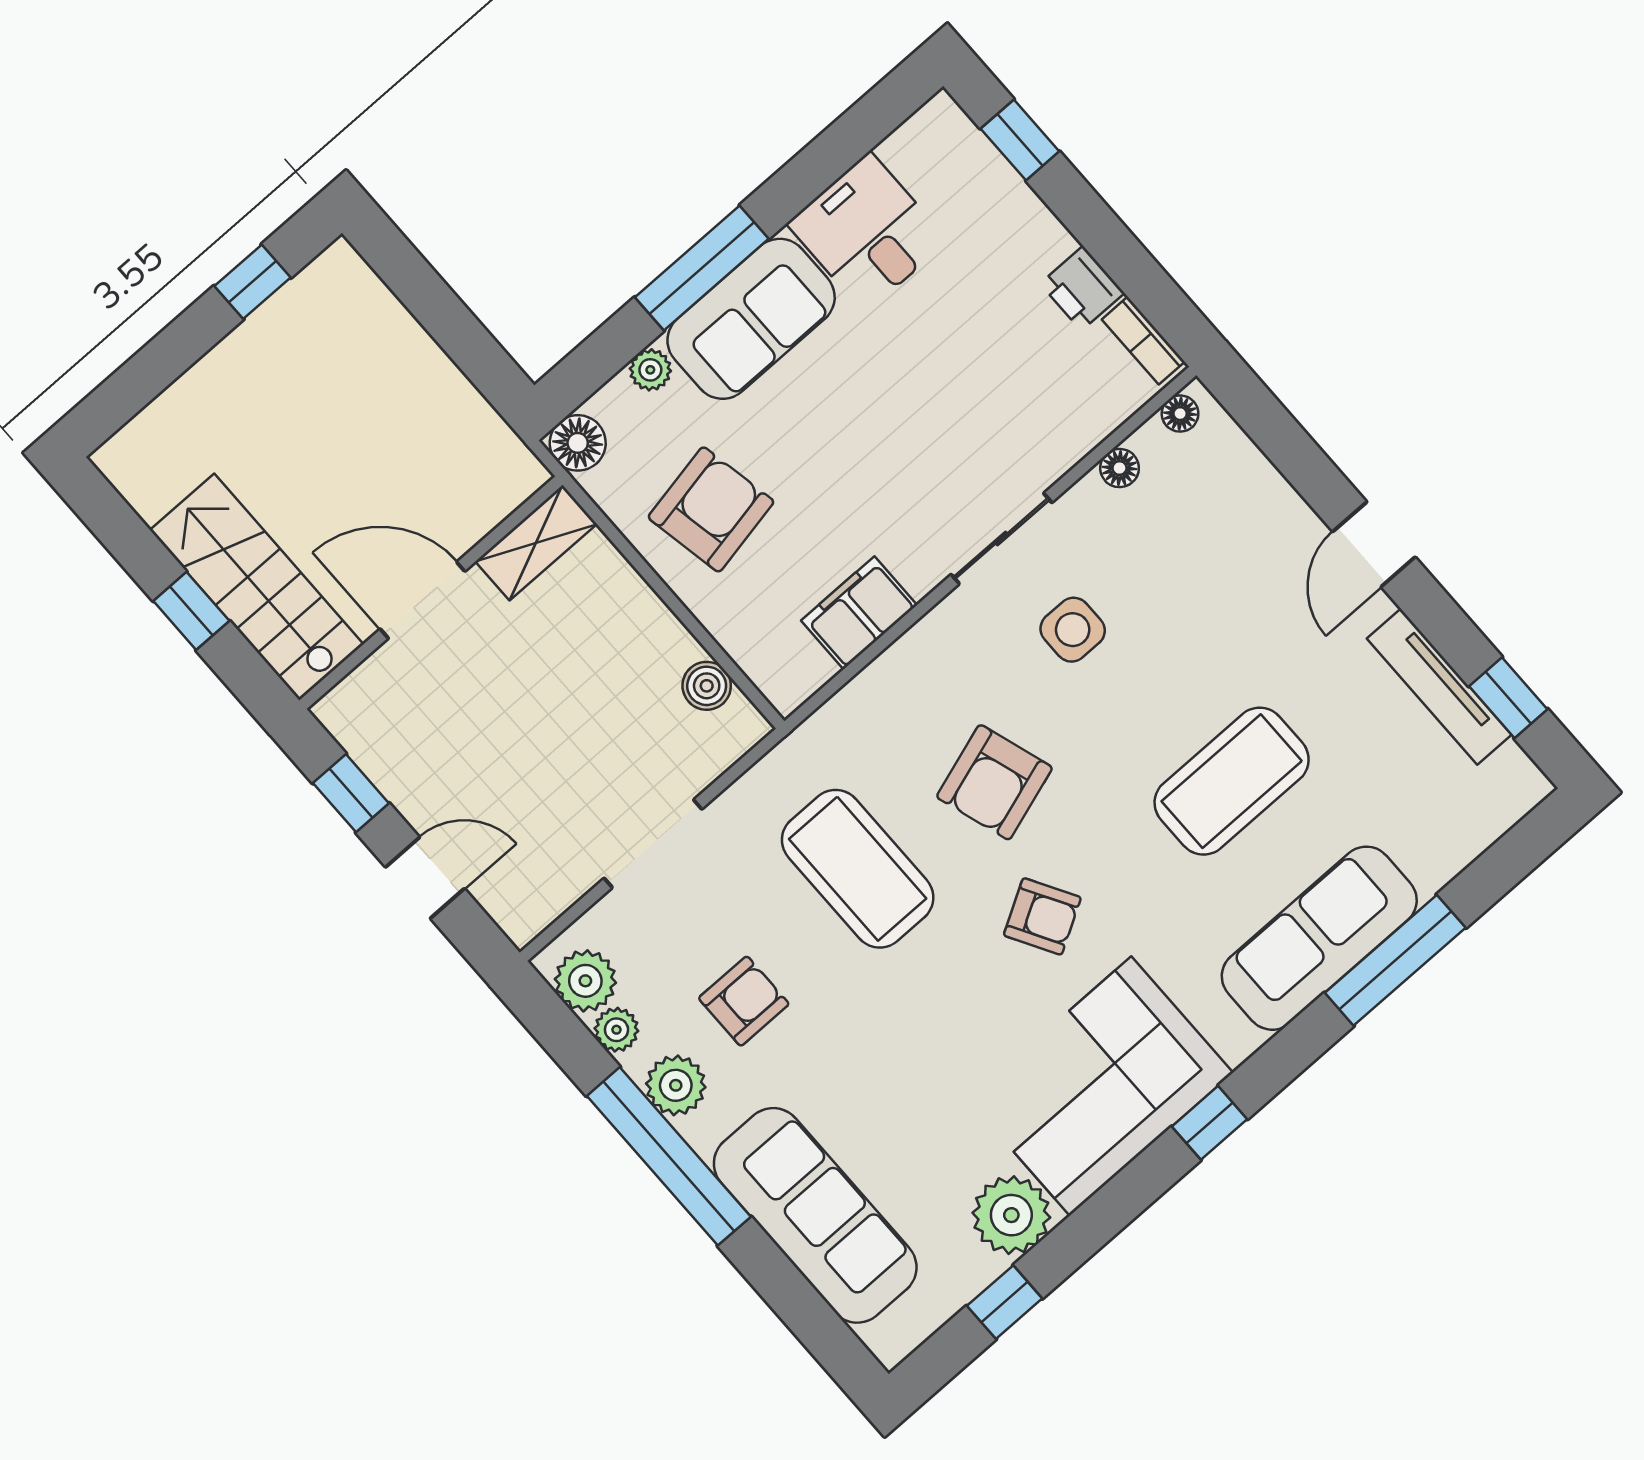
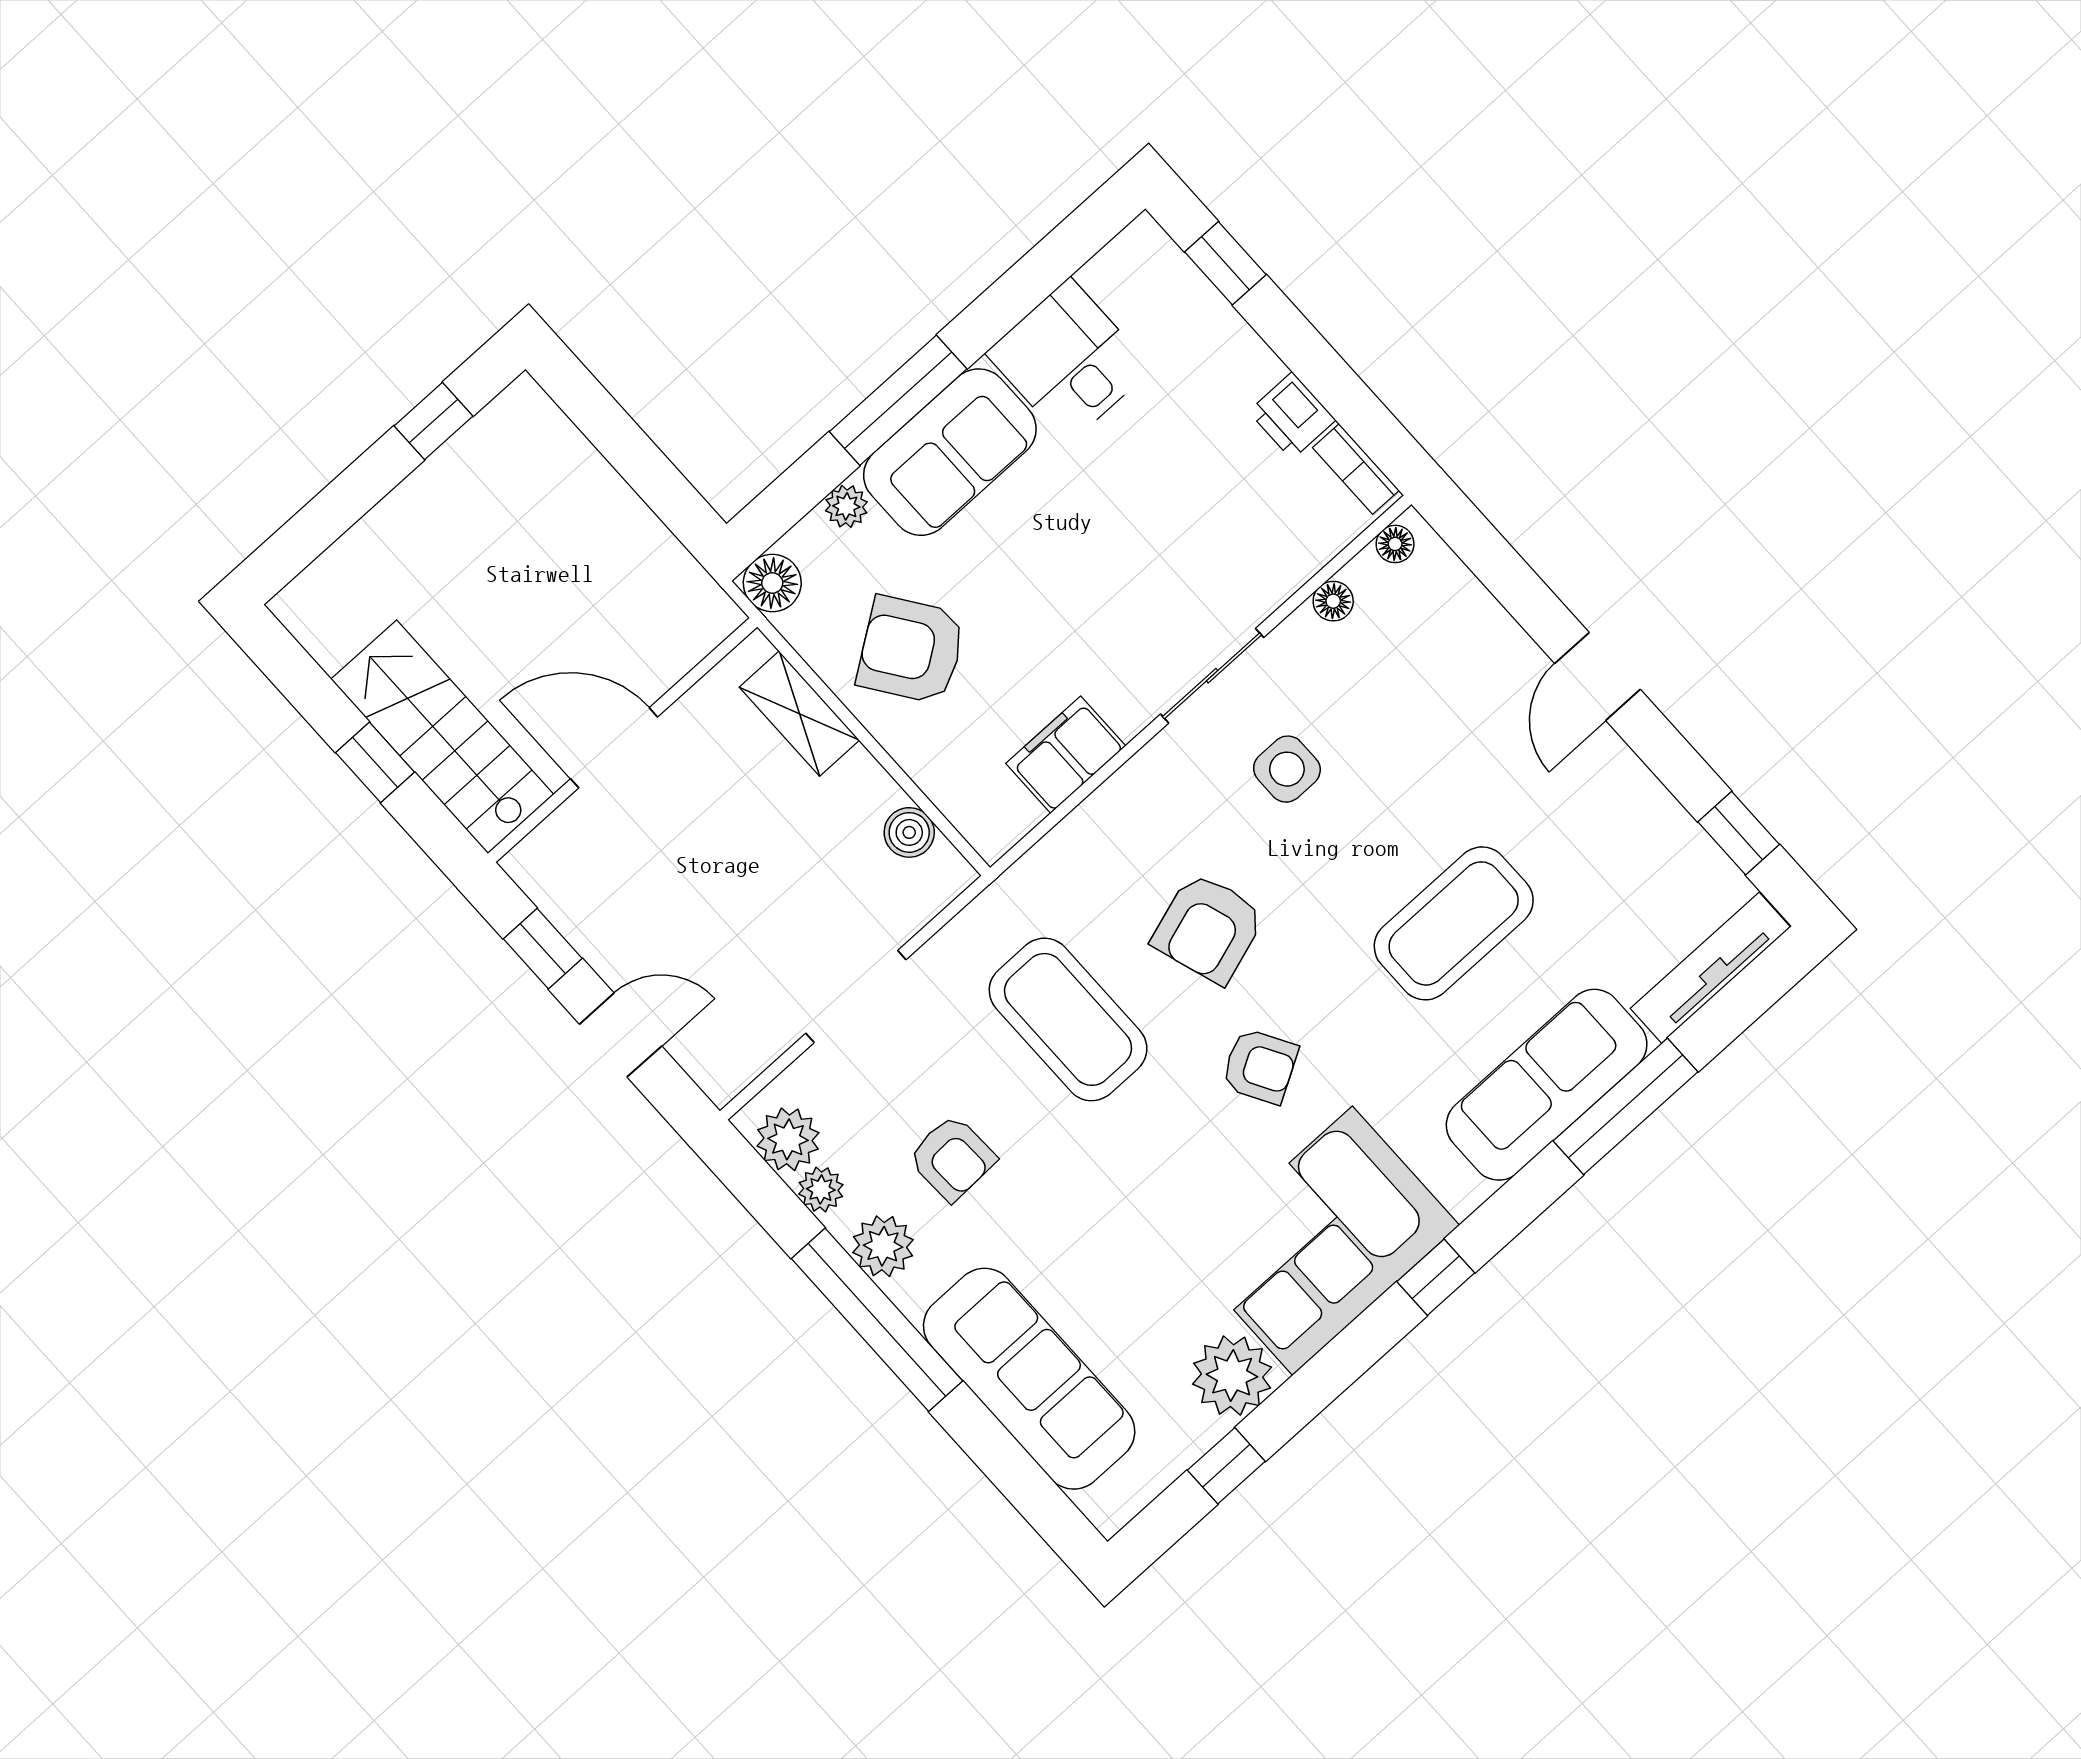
armchair: (711, 509) -> (911, 650), turned -114
shelving: (536, 543) -> (799, 714), moved, turned 90
tv unit: (1439, 687) -> (1710, 968), moved, turned 90
armchair: (744, 1001) -> (952, 1158), turned 88

